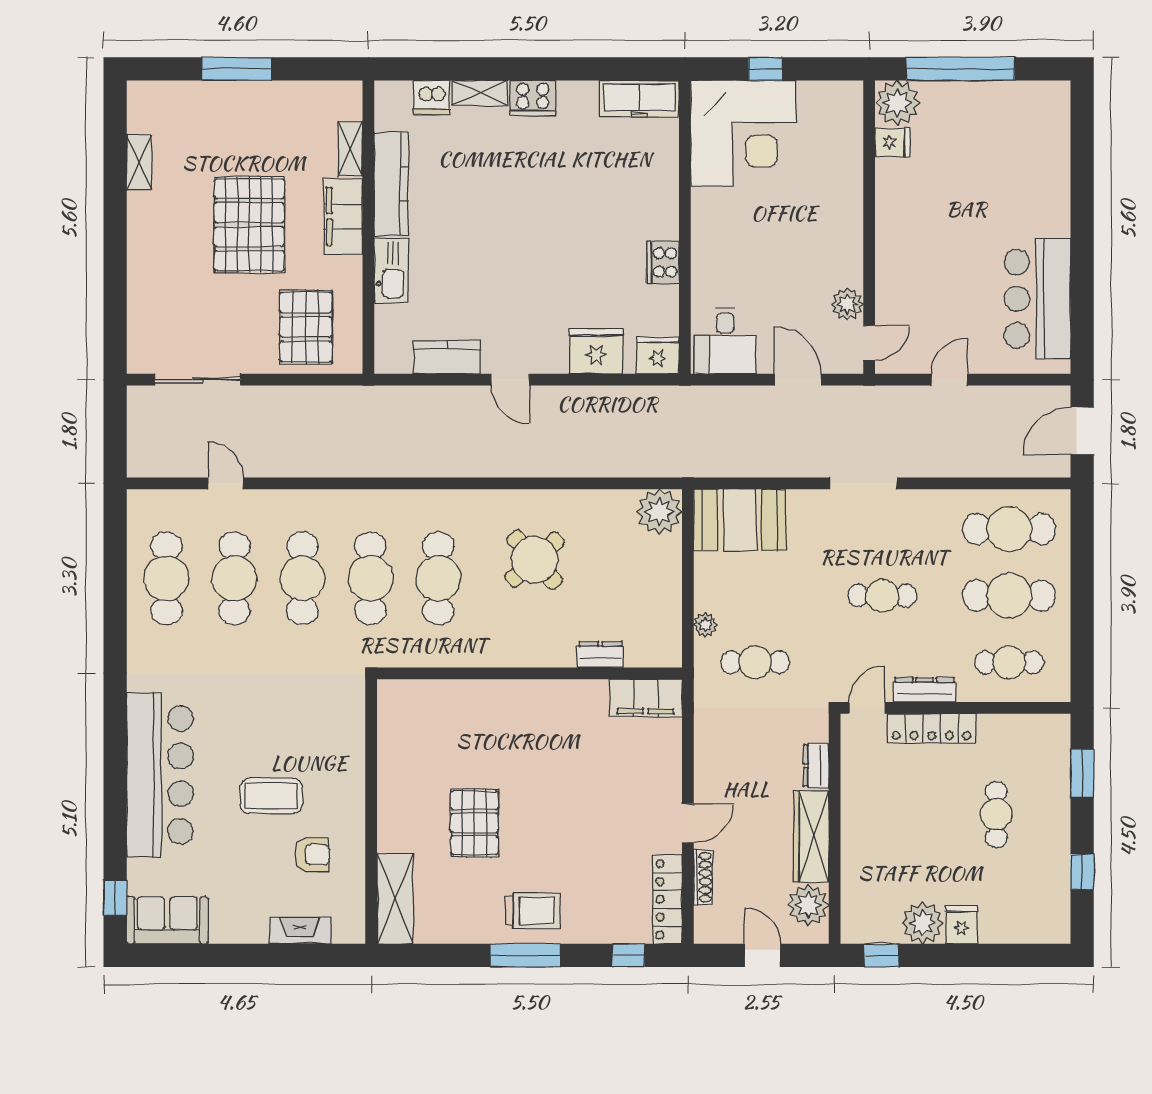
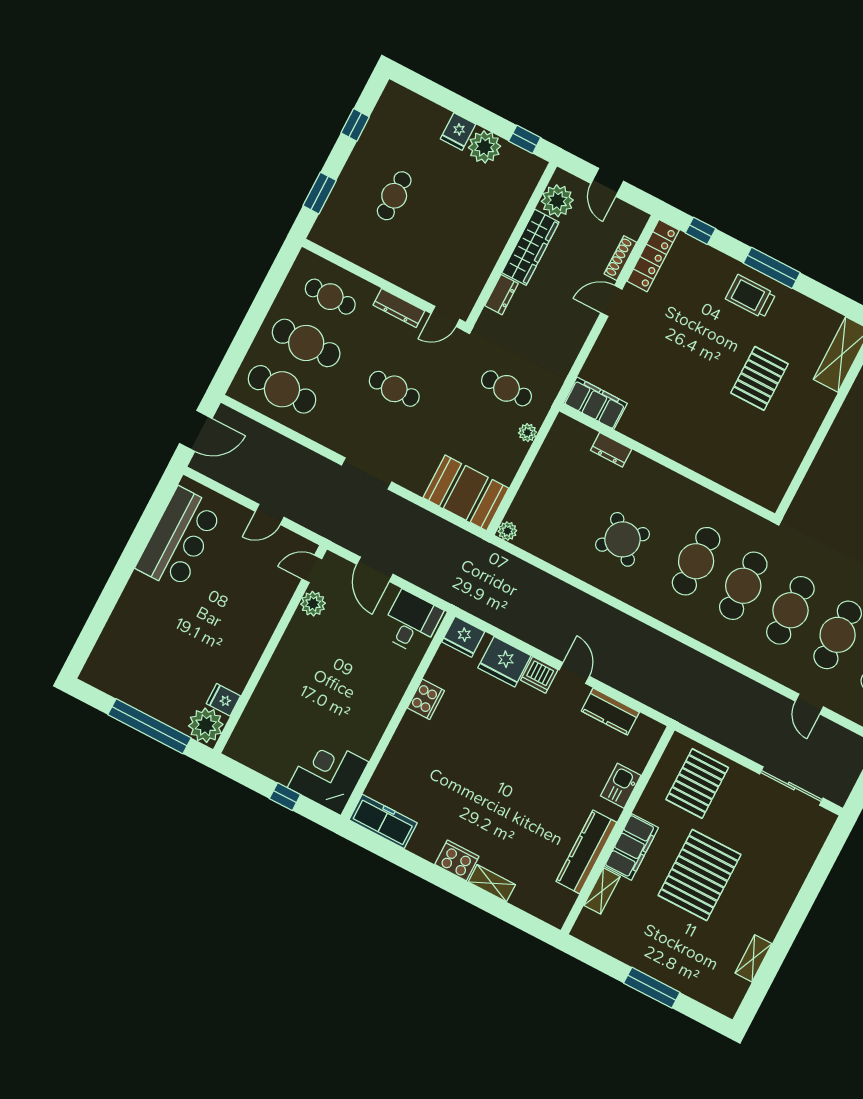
dishwasher: (432, 97) -> (539, 675), moved, turned 180
corner desk: (743, 133) -> (328, 775), width x0.74, depth x0.74
kitchen sink: (391, 271) -> (621, 786), width x0.73
plant: (659, 512) -> (507, 531), width x0.53, depth x0.53
locker: (932, 728) -> (408, 279), removed

